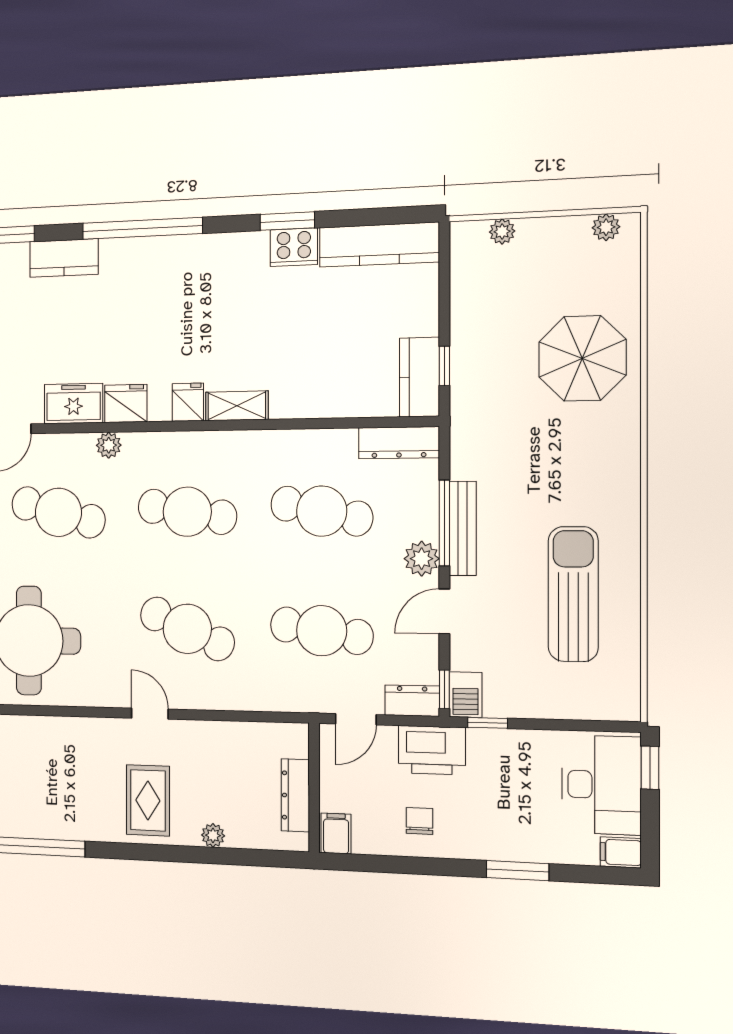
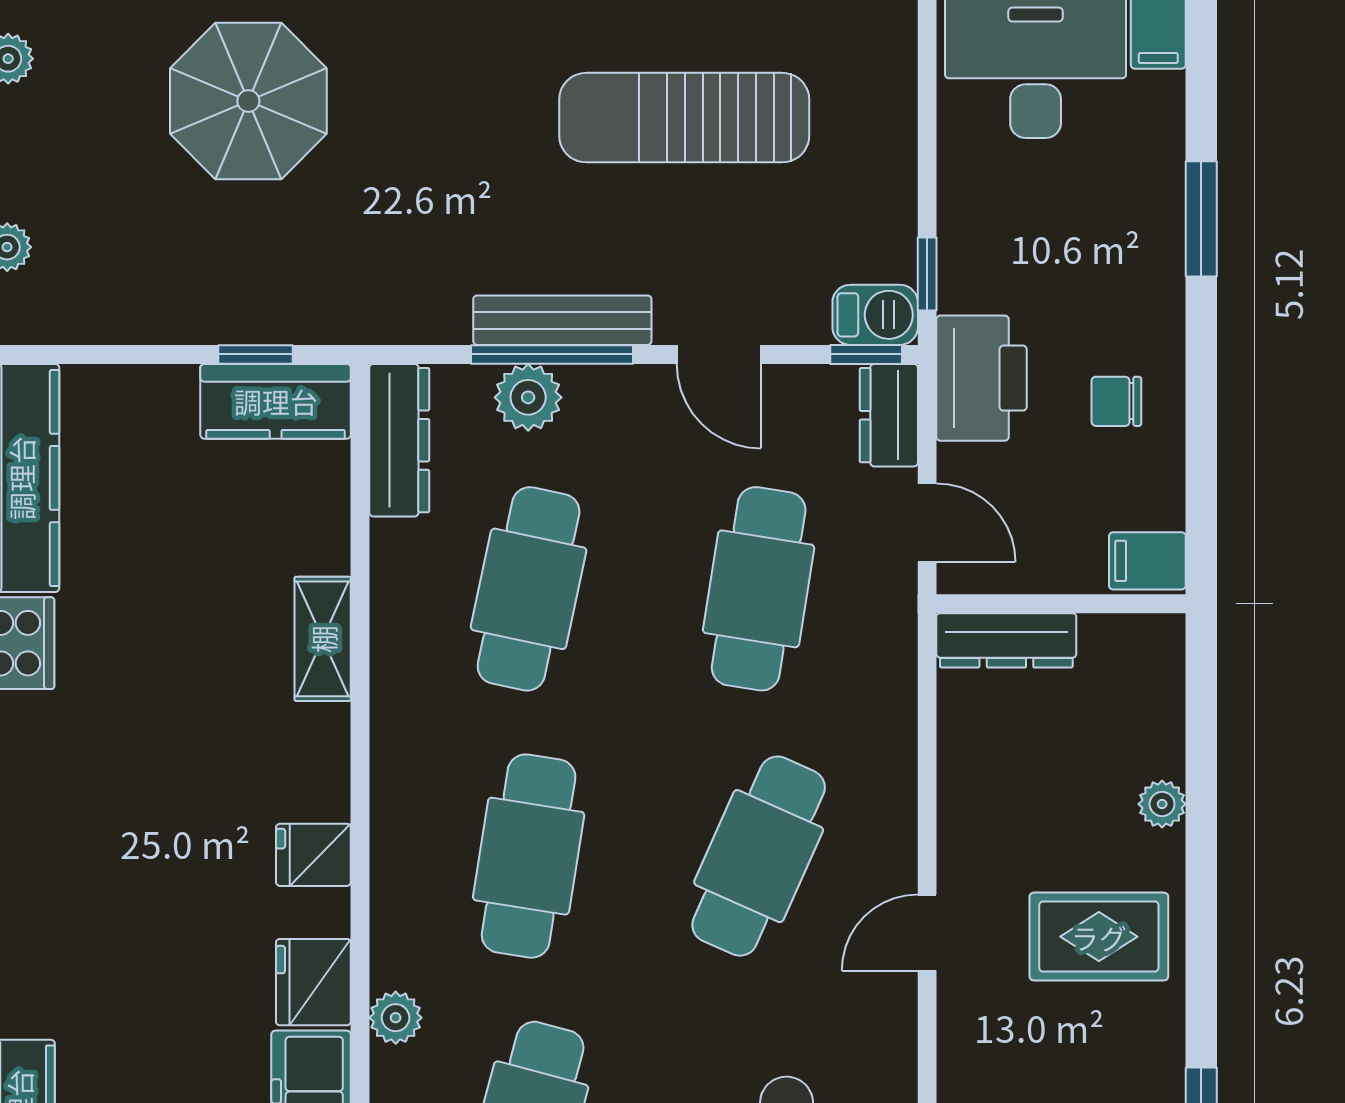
shelving: (237, 406) -> (323, 639), moved
plant: (422, 559) -> (528, 397), moved
dresser: (295, 795) -> (1006, 640), moved

